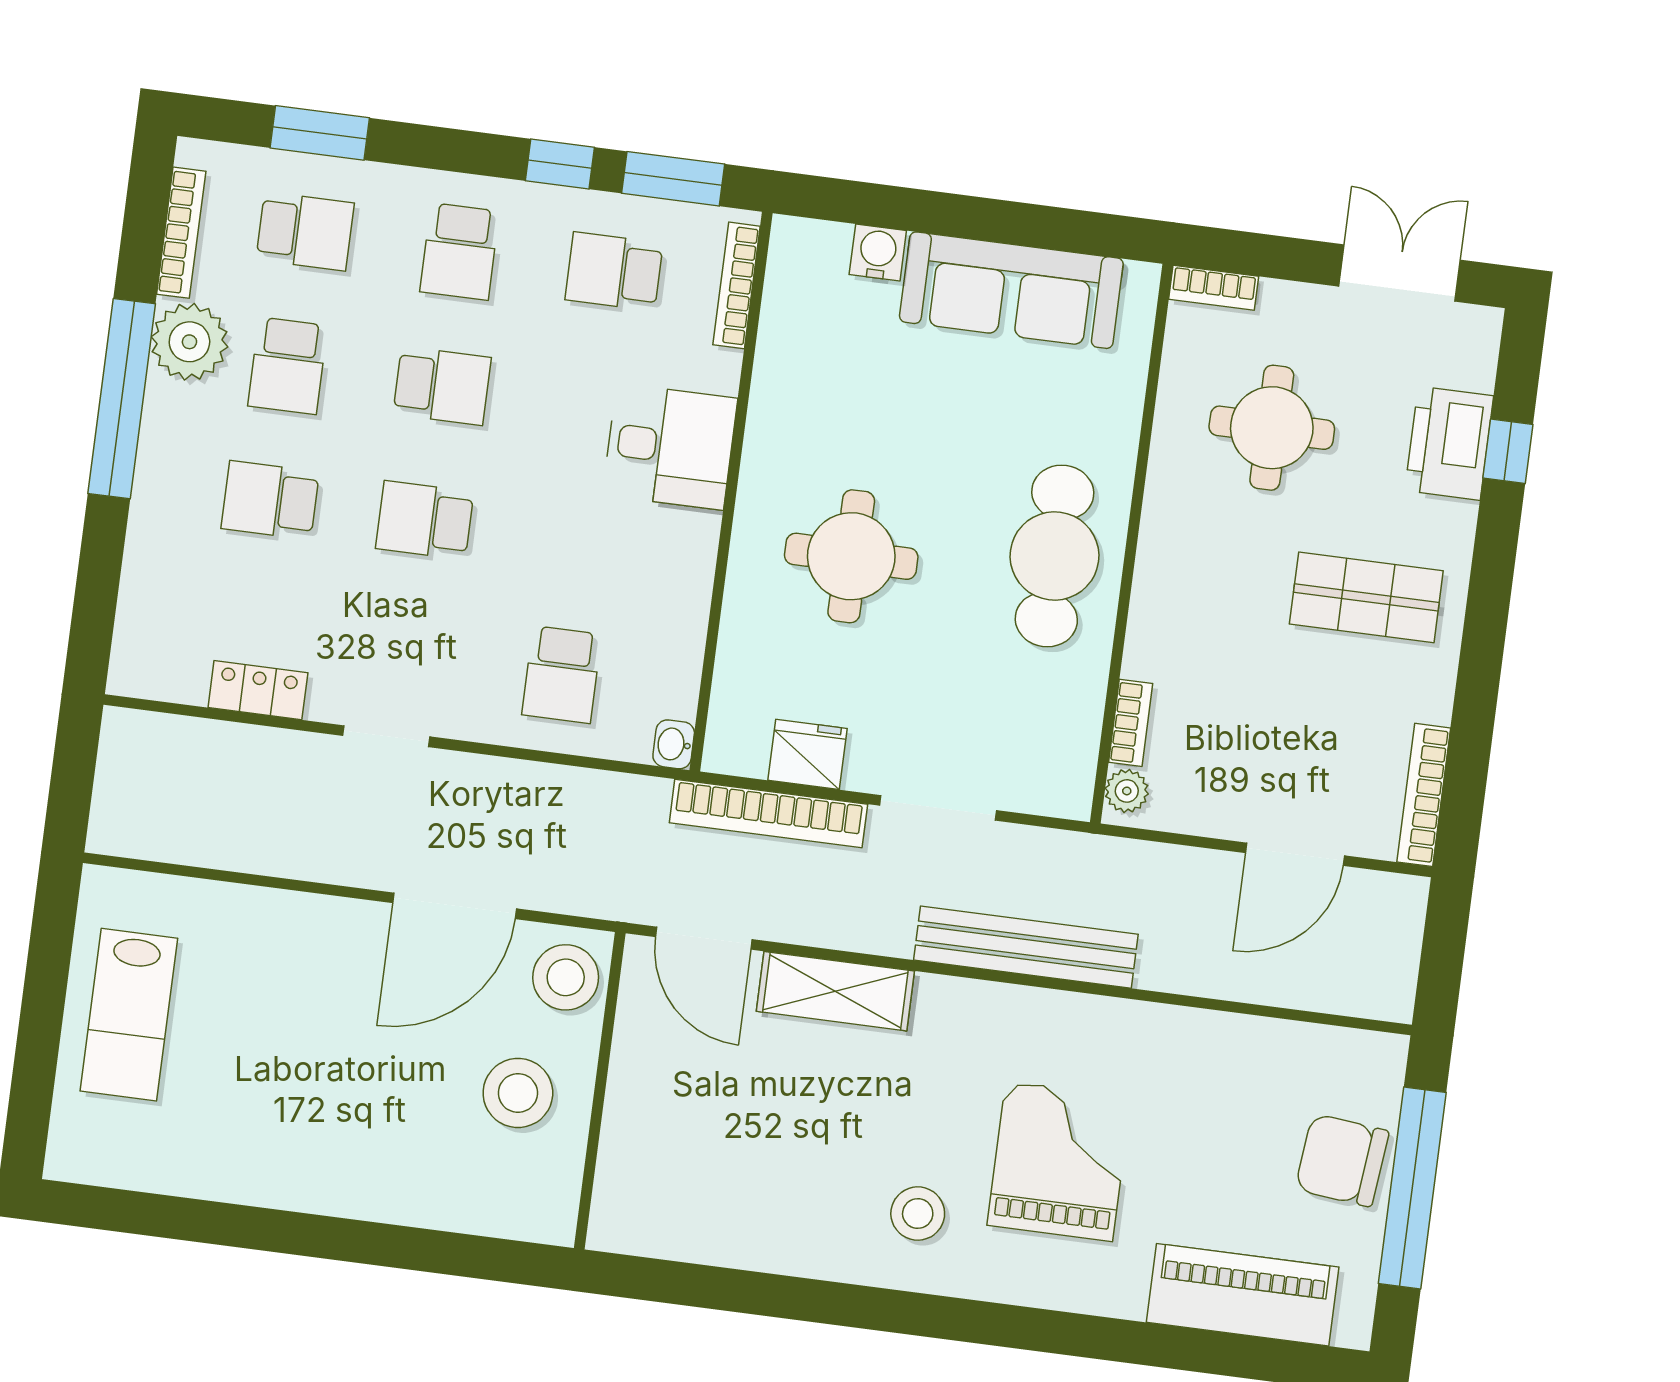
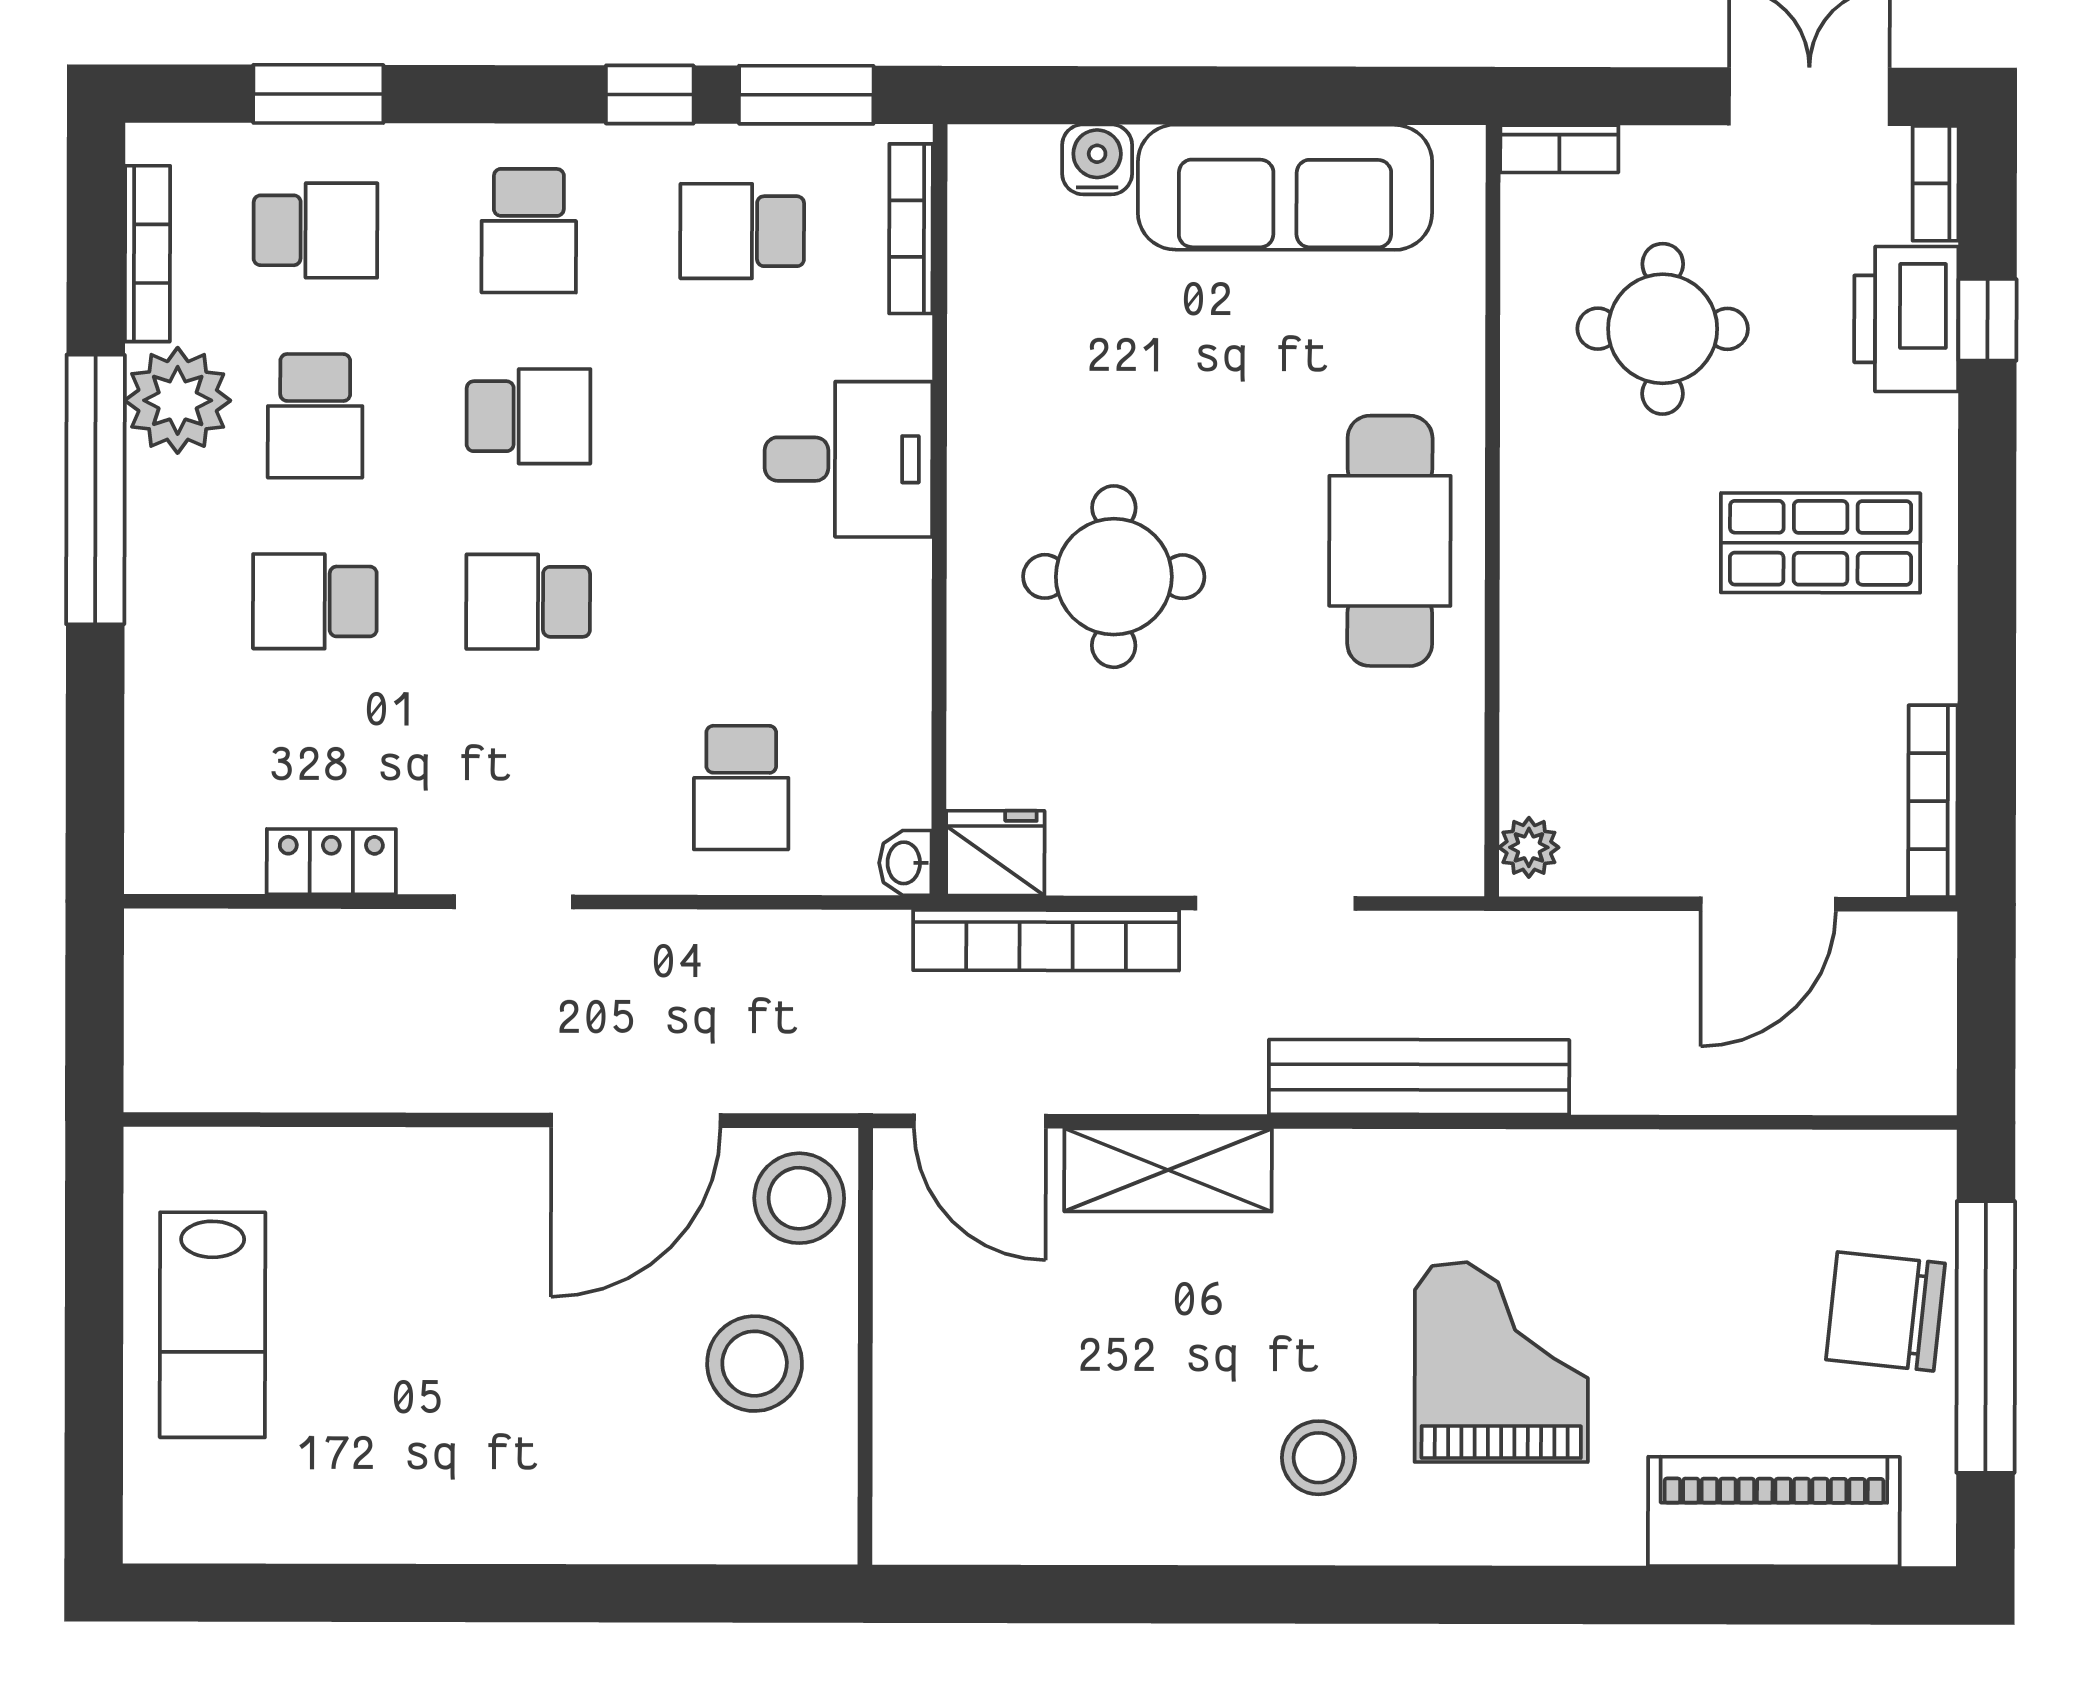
bookcase: (1131, 723) -> (1936, 183), moved, turned 180
fridge: (807, 754) -> (995, 853), moved

